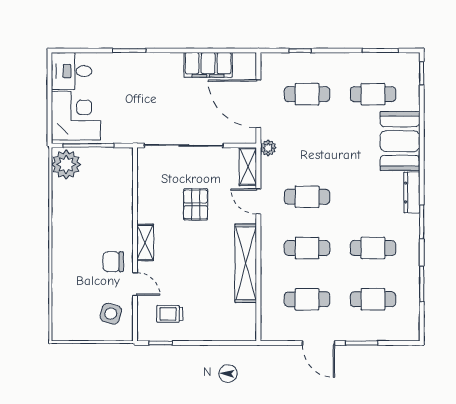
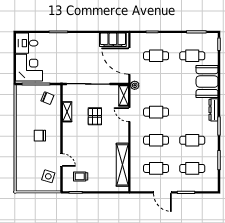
filing cabinet: (208, 65) -> (113, 40), moved
plant: (66, 164) -> (24, 94), removed
chair: (109, 171) -> (47, 98), added
shelving: (145, 242) -> (67, 112), moved
chair: (113, 262) -> (40, 136), moved
shelving: (246, 263) -> (122, 165), moved

